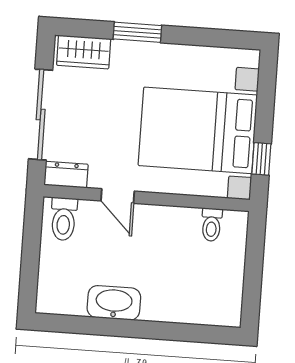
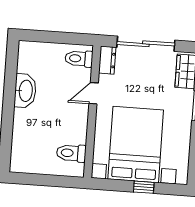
window: (261, 159) -> (144, 187), moved
toilet: (212, 225) -> (71, 153), width x1.37, depth x1.39

